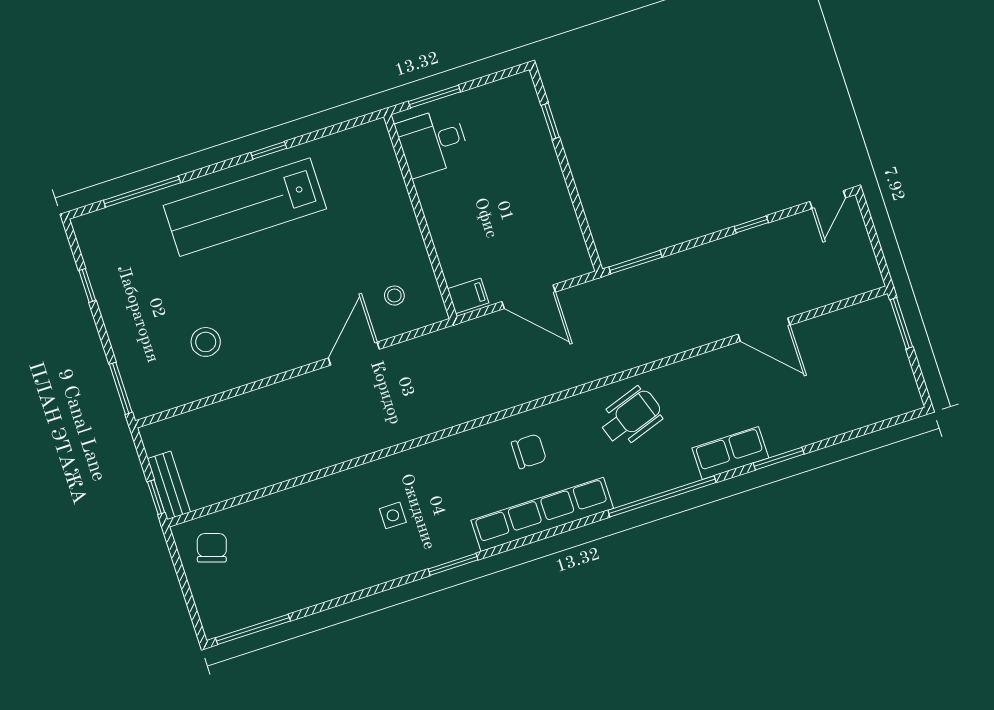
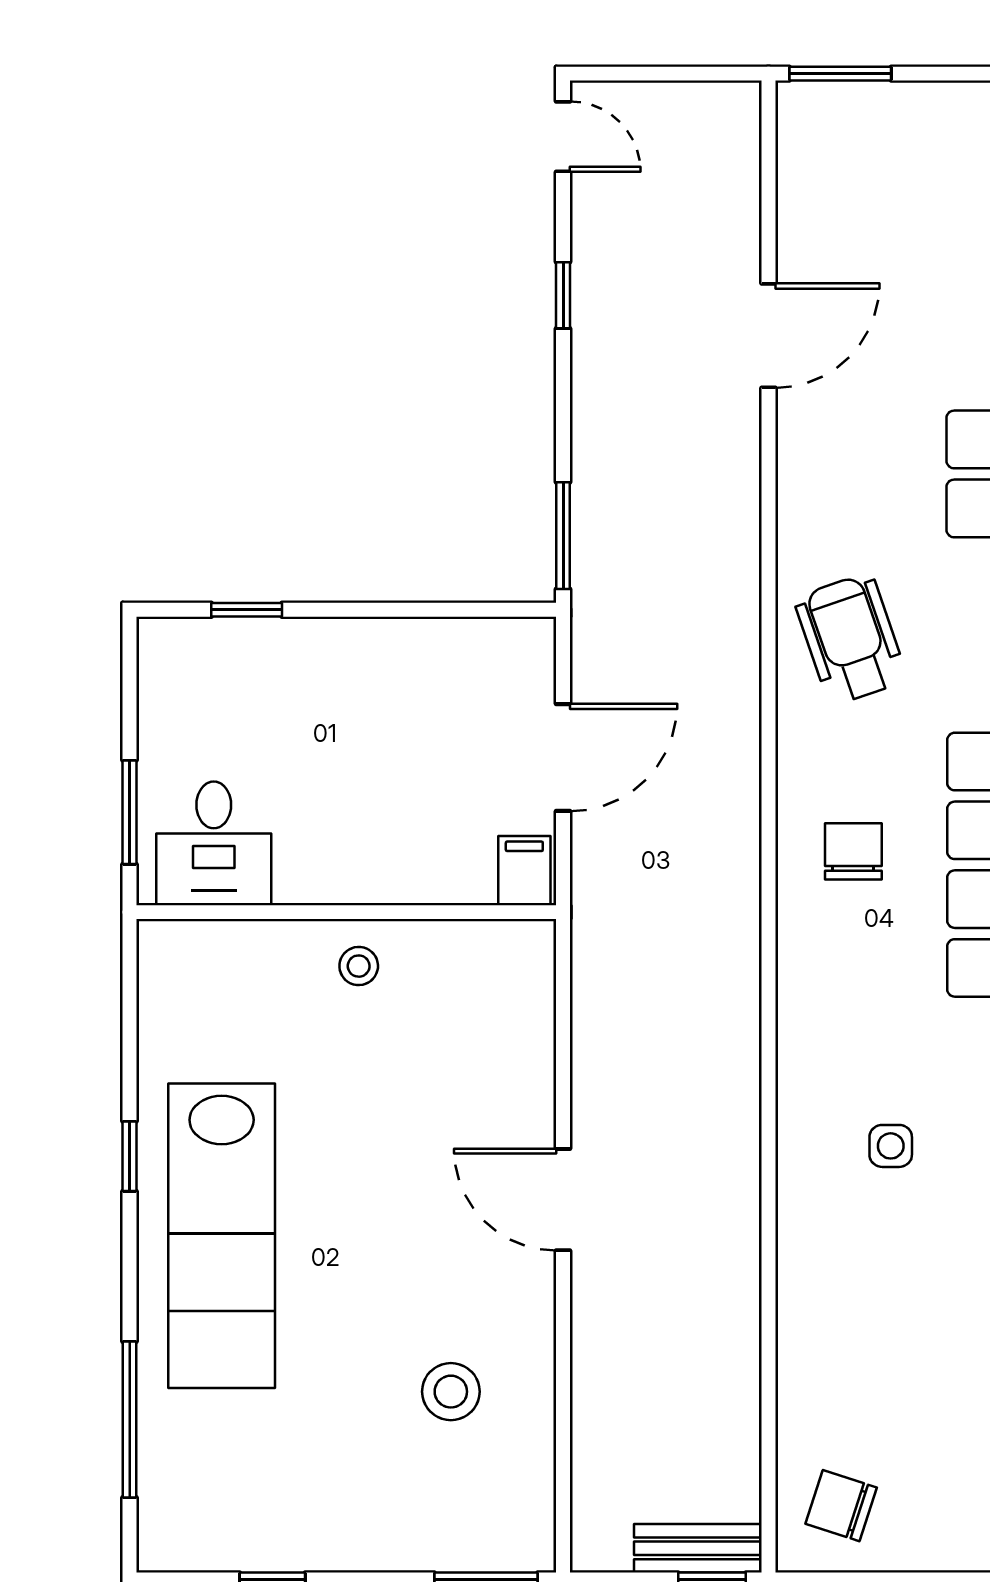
stool: (394, 296) -> (359, 966), moved
door: (354, 354) -> (563, 1200), moved

